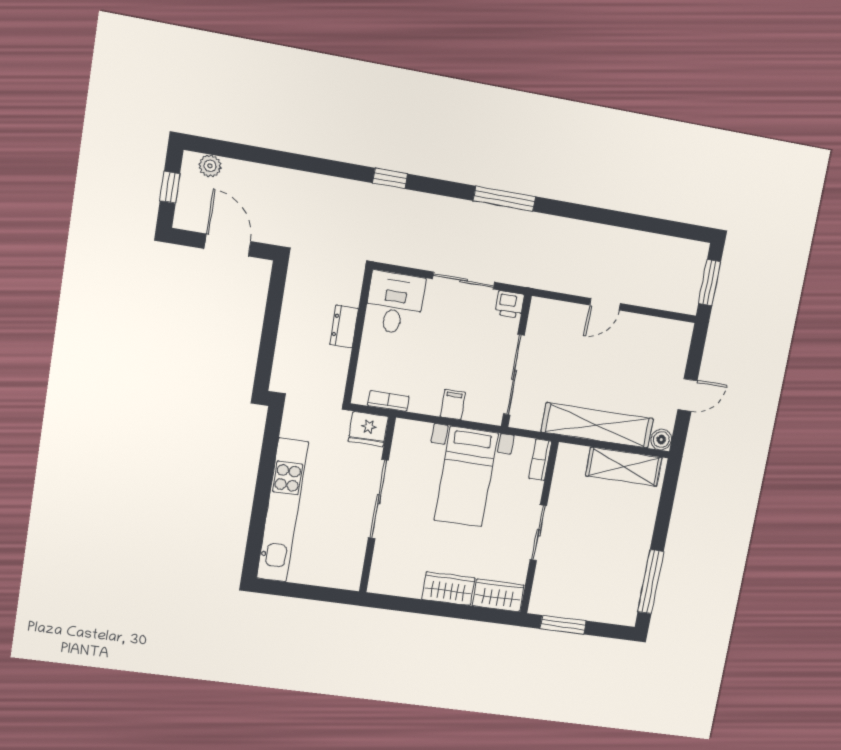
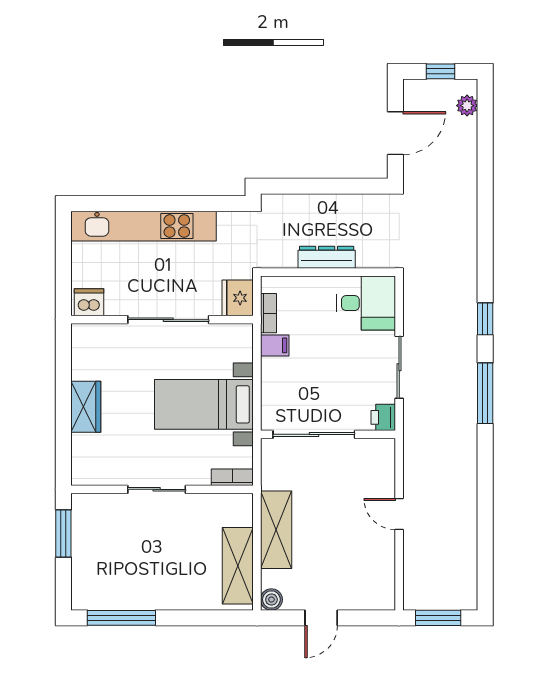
window: (390, 178) -> (485, 319), moved
dresser: (344, 326) -> (327, 257), width x1.44
door: (687, 395) -> (321, 618), hinge flipped
filing cabinet: (453, 405) -> (275, 345), moved
shelving: (597, 425) -> (276, 530), width x0.68
dishwasher: (349, 572) -> (89, 302), added
wardrobe: (498, 595) -> (85, 459), removed

